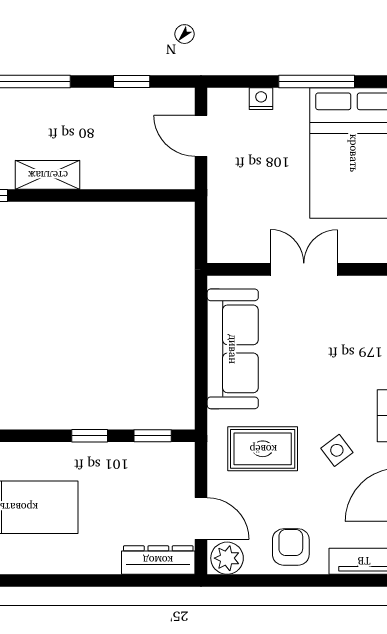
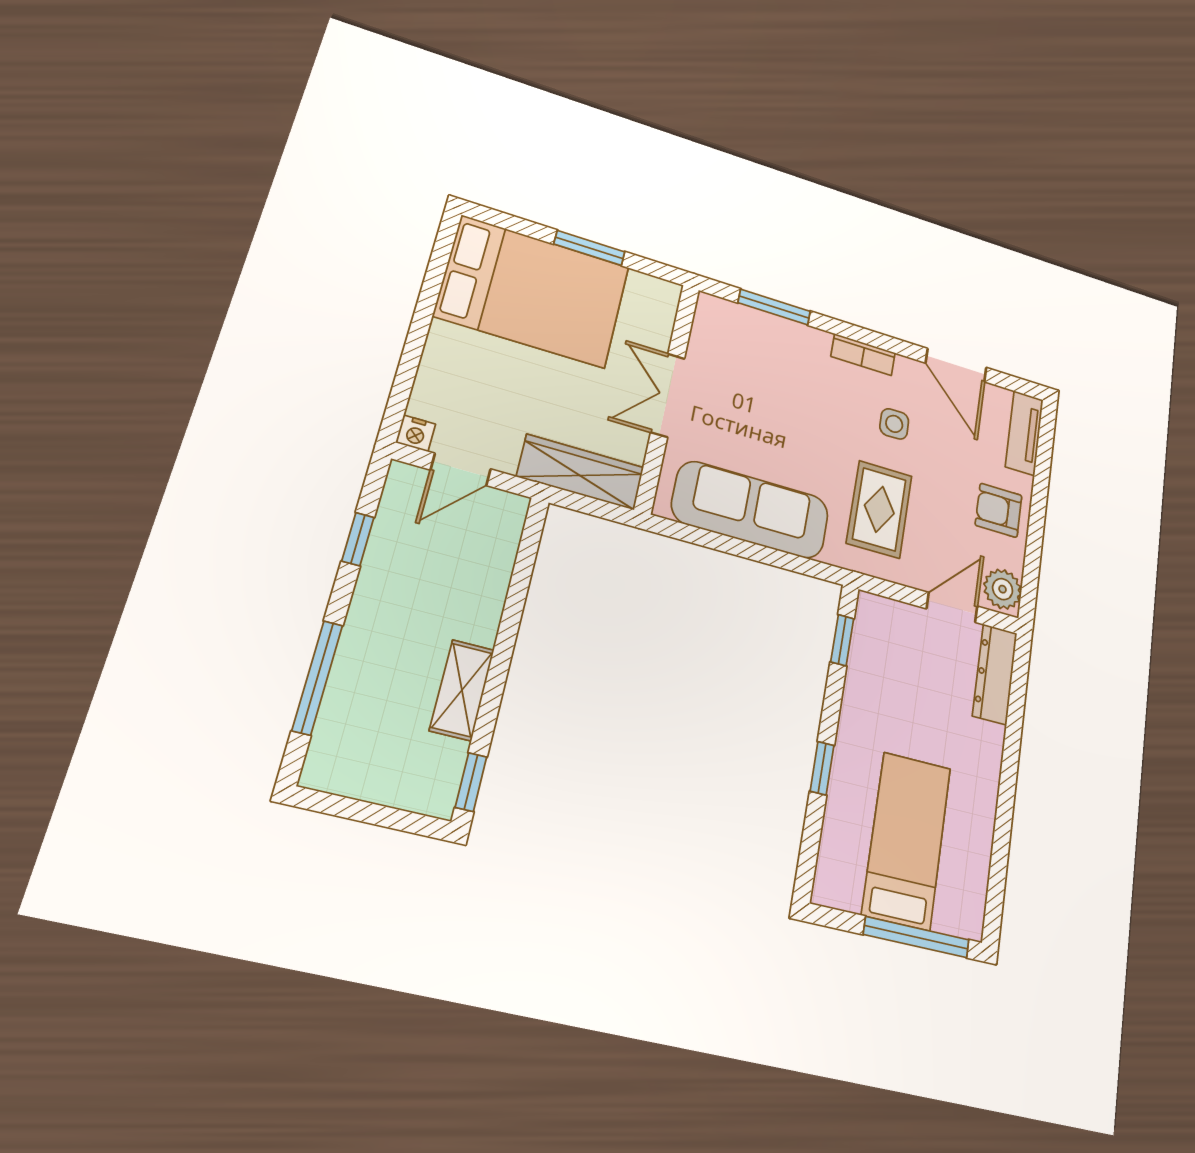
window: (317, 81) -> (426, 306), removed
nightstand: (261, 99) -> (416, 433), moved, turned -90
wardrobe: (224, 219) -> (581, 472), added
window: (90, 436) -> (822, 768), moved
side table: (337, 450) -> (894, 424), turned 36

